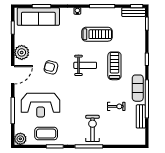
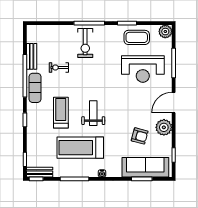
treadmill: (97, 34) -> (80, 148), width x1.37, depth x1.38
weight bench: (85, 65) -> (93, 113), turned 90
treadmill: (114, 66) -> (61, 113), turned 180
armchair: (51, 67) -> (140, 136), moved
reception desk: (41, 105) -> (143, 69), turned 180

